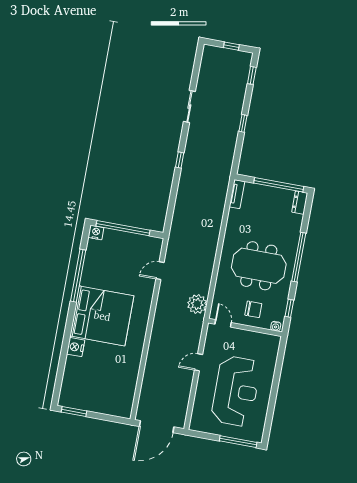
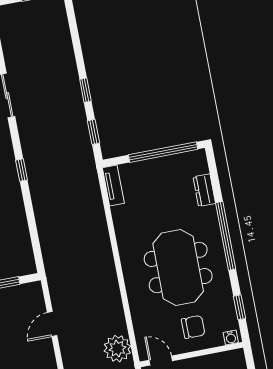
window: (252, 75) -> (93, 132), moved
dresser: (300, 203) -> (204, 190), moved
meeting table: (259, 266) -> (178, 267), turned 90

